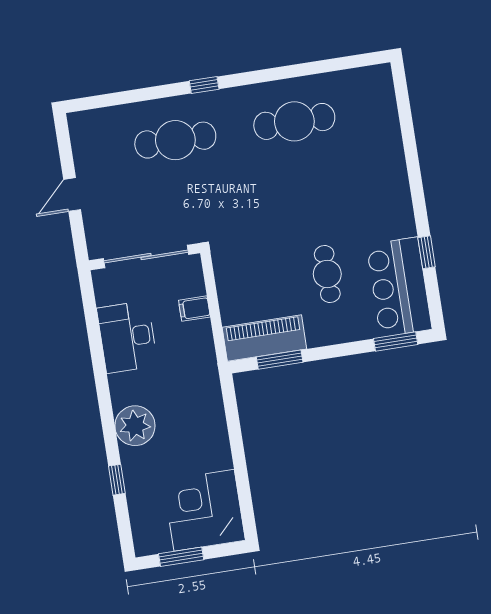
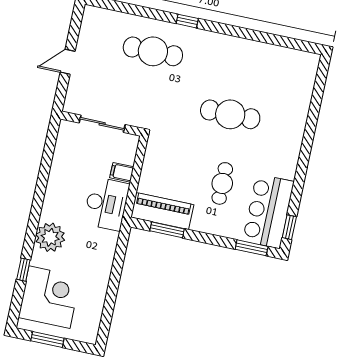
cafe table: (294, 121) -> (230, 114), moved
window: (427, 252) -> (289, 227), moved
sliding door: (146, 257) -> (102, 124), width x0.73
desk: (127, 337) -> (106, 204), moved, turned 180
corner desk: (204, 510) -> (49, 297), moved, turned 90

